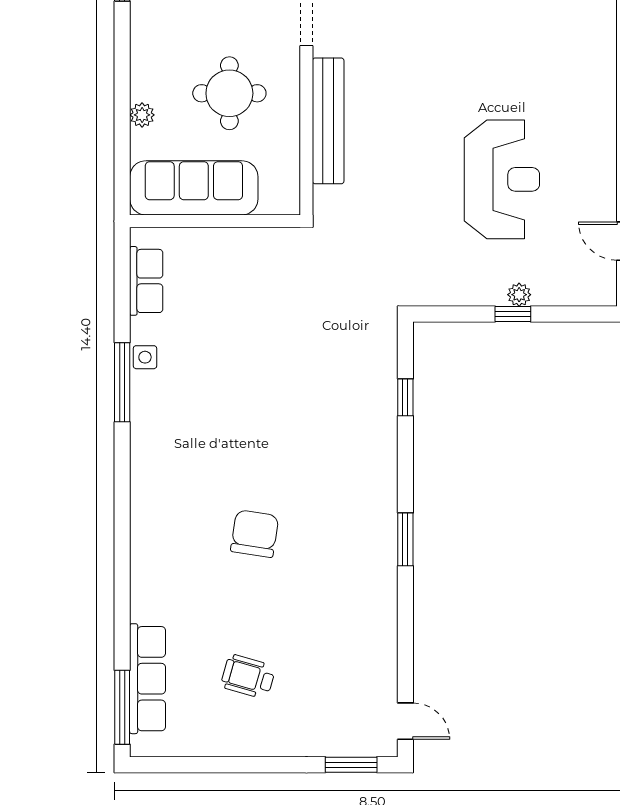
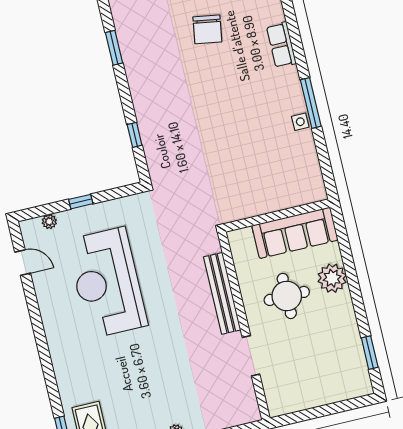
plant: (142, 115) -> (332, 278), width x1.88, depth x1.88
reception desk: (502, 179) -> (107, 283), width x1.36, depth x1.30
row of seats: (146, 281) -> (281, 45), moved
plant: (519, 295) -> (49, 222), moved

